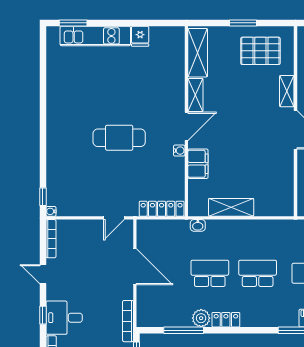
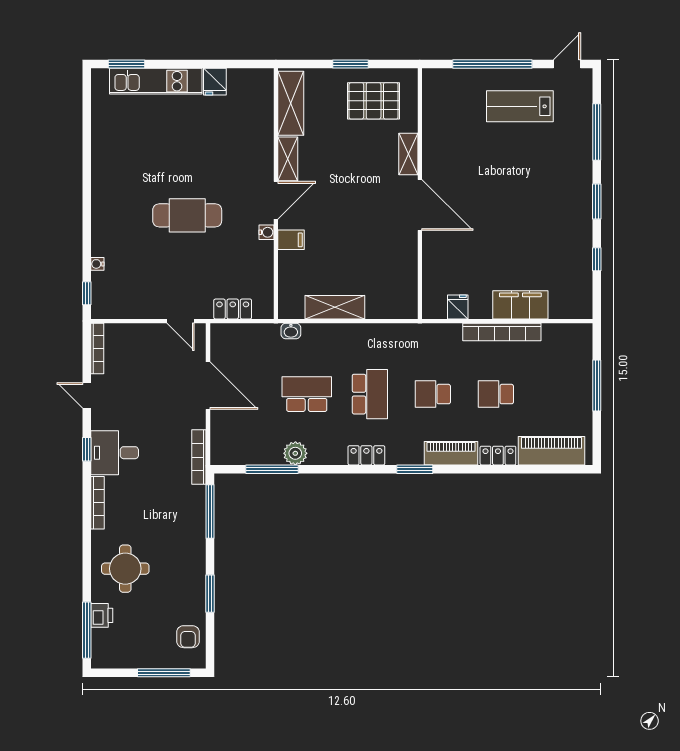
filing cabinet: (198, 164) -> (291, 240), width x0.50
locker: (162, 209) -> (233, 309), width x0.66
water cooler: (51, 211) -> (97, 264), moved
door: (114, 218) -> (180, 321), hinge flipped
school desk: (258, 273) -> (370, 394), turned 90
locker: (226, 320) -> (366, 455), moved

